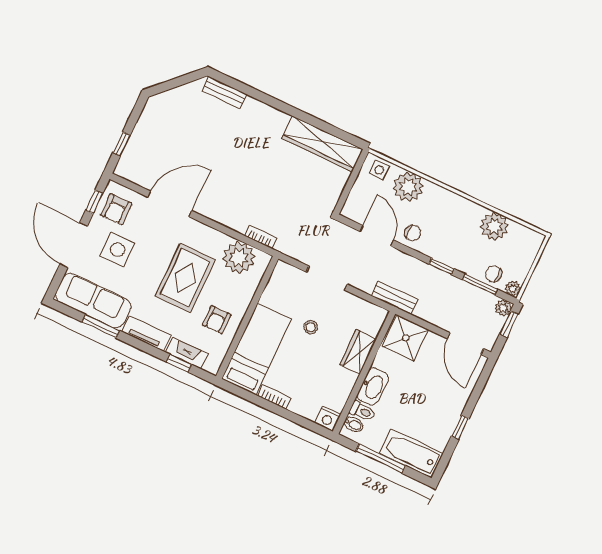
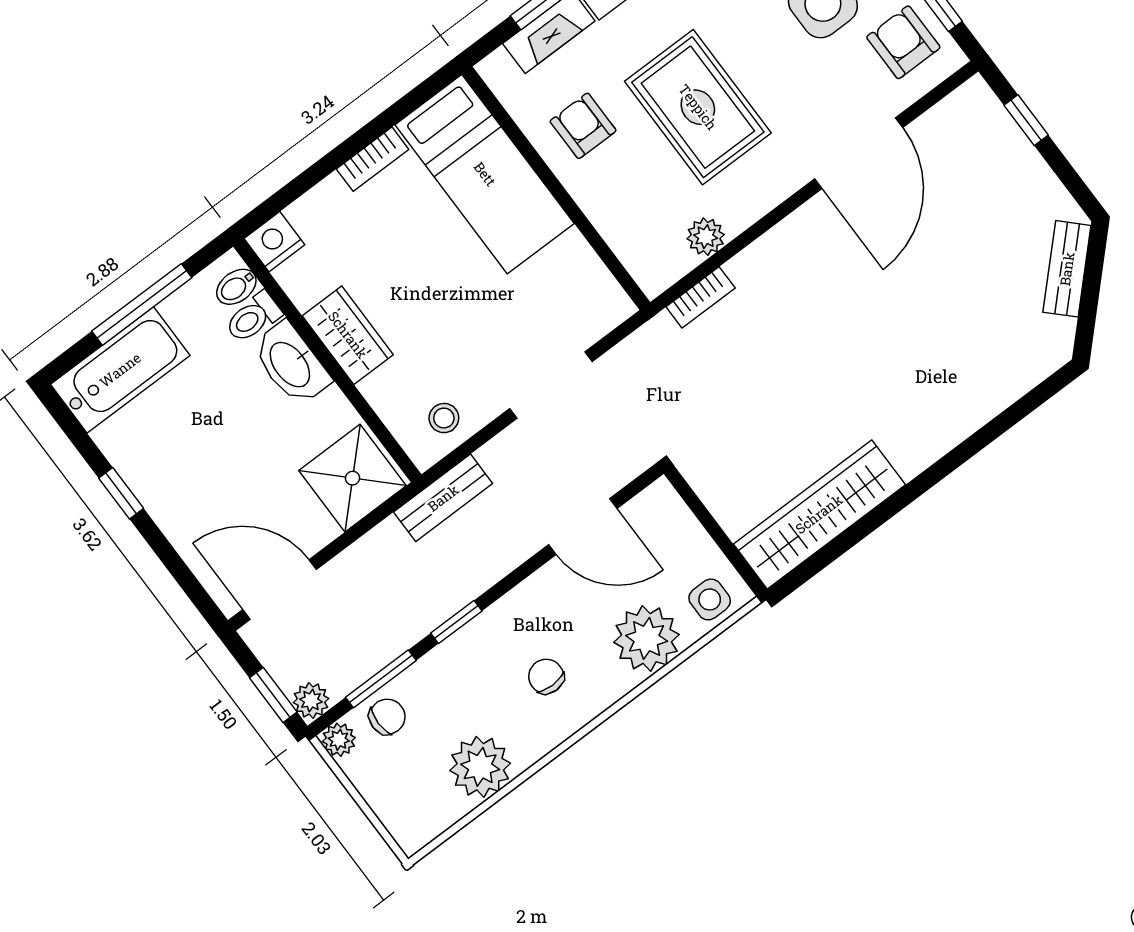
bench: (224, 92) -> (1067, 269), moved, turned -45
chair: (413, 233) -> (546, 676), moved, turned 90
plant: (239, 257) -> (706, 237), width x0.53, depth x0.53
stool: (311, 327) -> (444, 418), moved
wardrobe: (358, 352) -> (348, 335), moved

